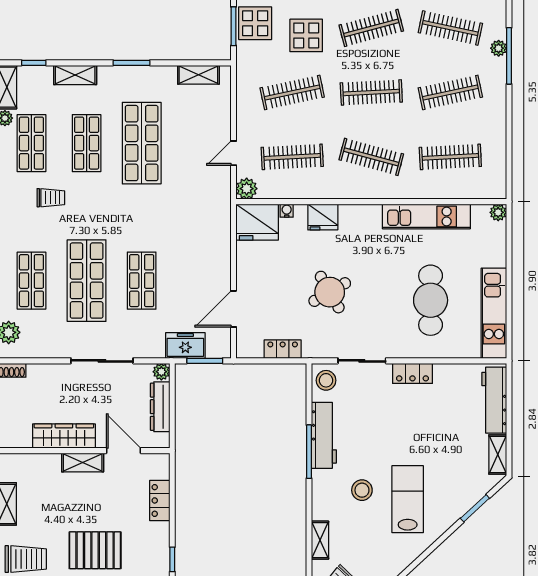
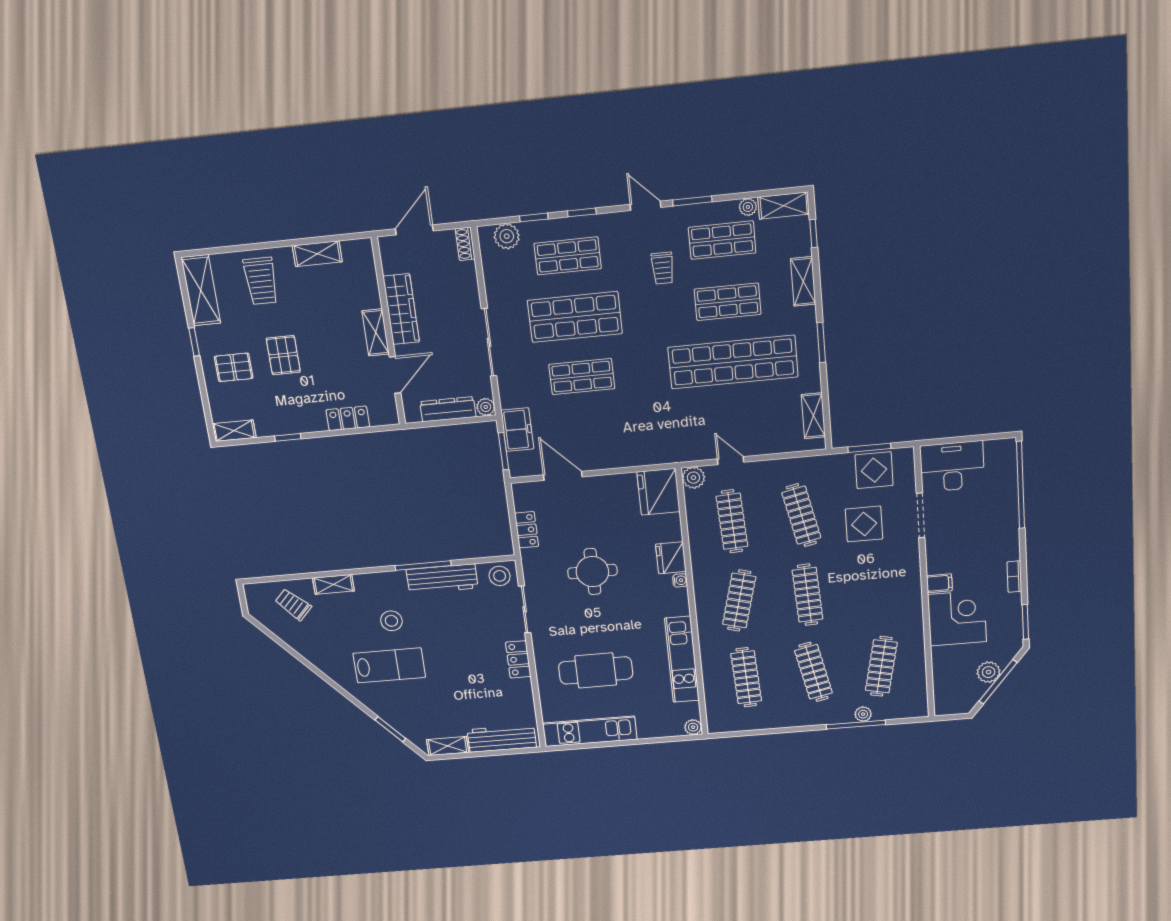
clothes rail: (371, 28) -> (876, 589), removed
shop shelf: (142, 143) -> (733, 362), width x1.40
water cooler: (287, 211) -> (680, 580), moved
round table: (330, 292) -> (592, 572), turned 30
pallet: (95, 550) -> (283, 355), width x0.67, depth x0.71

